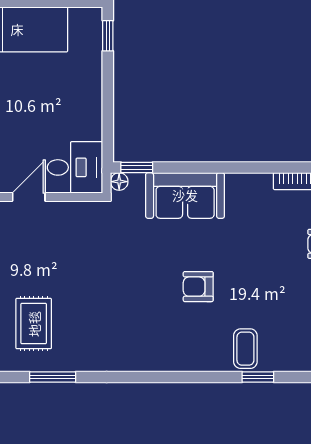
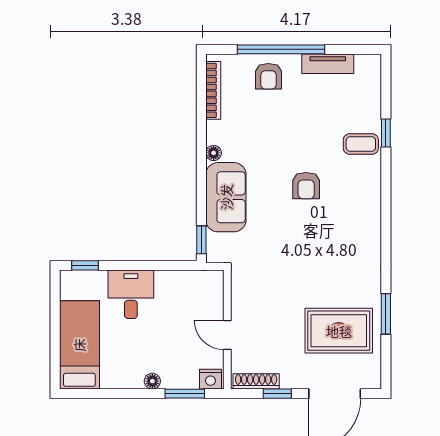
desk: (75, 167) -> (131, 294), moved
floor lamp: (119, 182) -> (214, 153), moved
rug: (34, 324) -> (339, 331), width x1.36, depth x1.43

